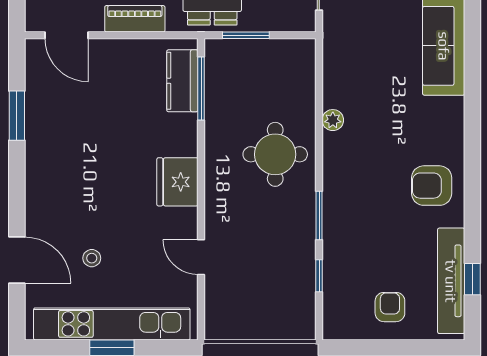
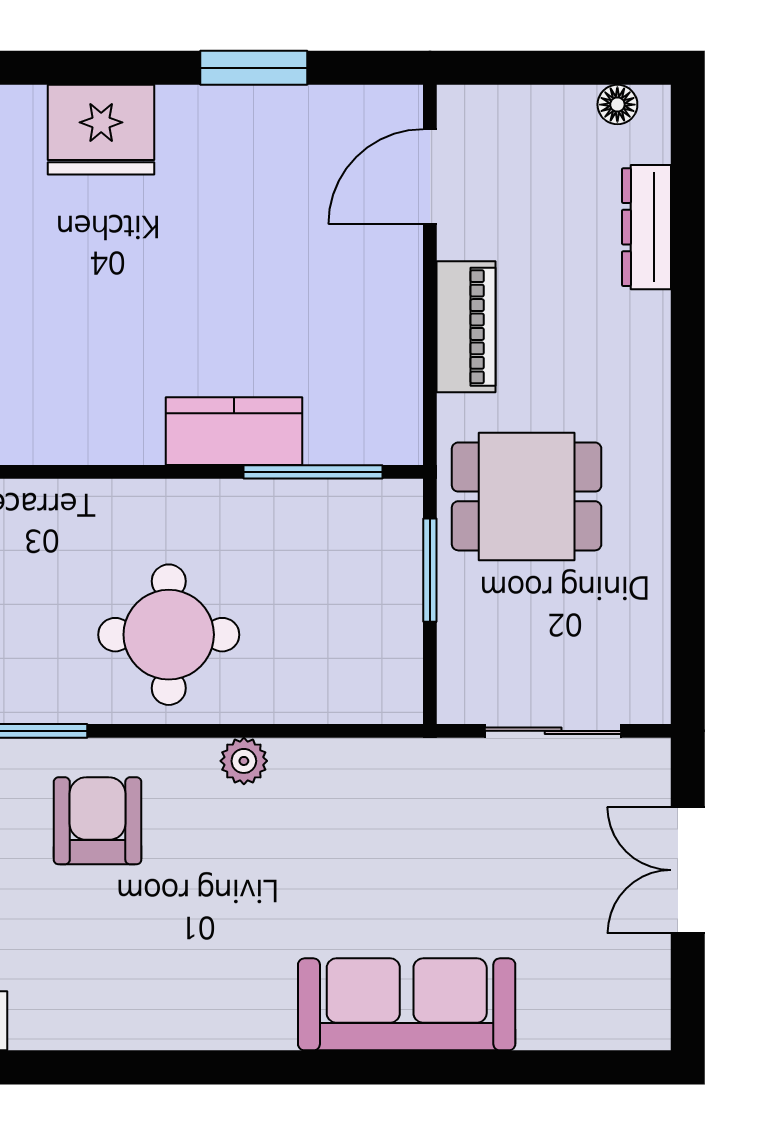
kitchen counter: (182, 81) -> (234, 431), moved
fridge: (177, 182) -> (101, 130), moved, turned 180
armchair: (432, 186) -> (98, 821), moved

